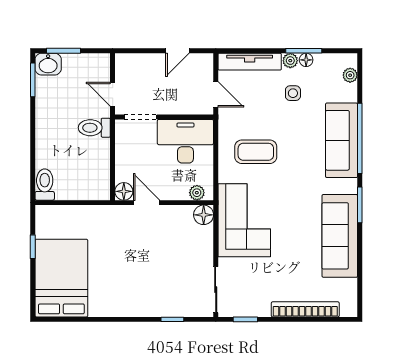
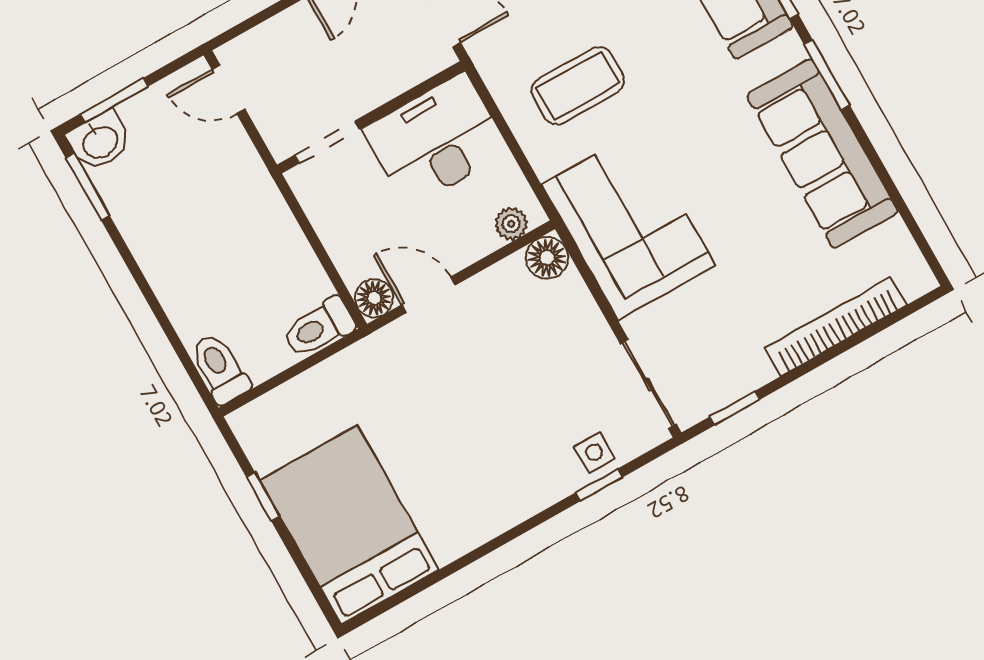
door: (113, 94) -> (228, 89), moved
toilet: (94, 128) -> (318, 328), moved
side table: (178, 305) -> (594, 452), added

